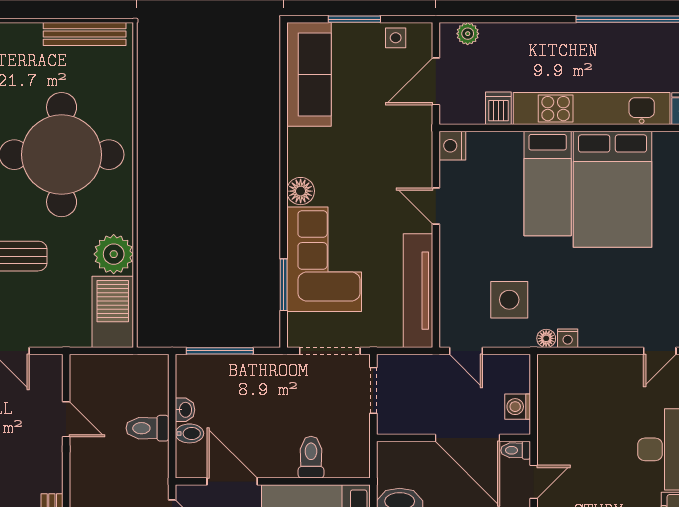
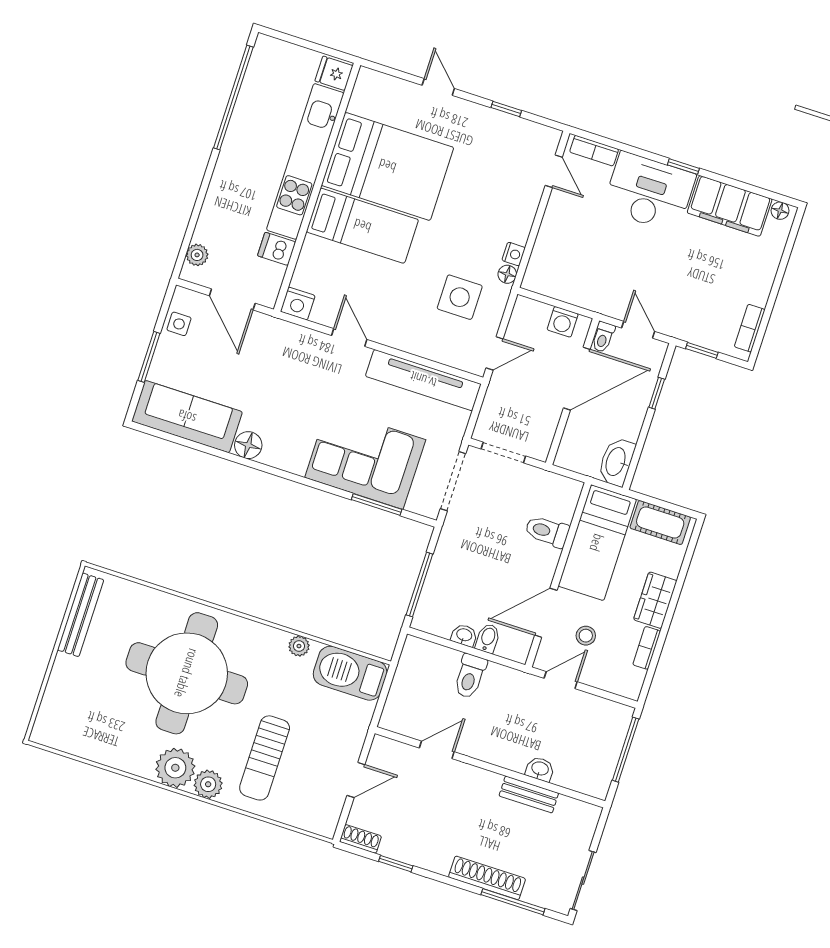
floor lamp: (301, 191) -> (248, 445), moved
door: (436, 206) -> (349, 338), swing flipped
plant: (114, 254) -> (299, 646), width x0.53, depth x0.53

